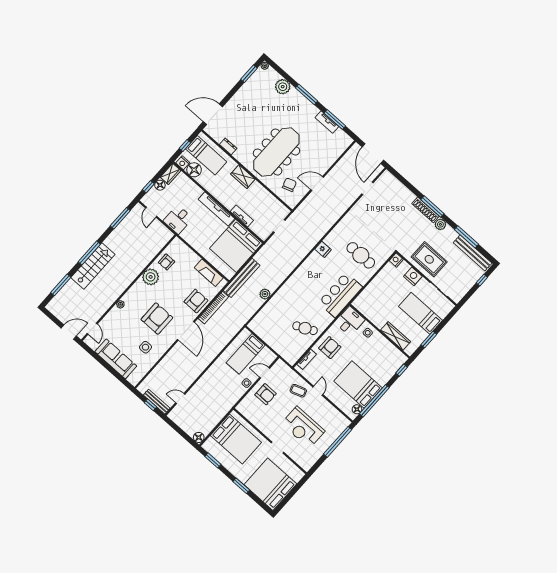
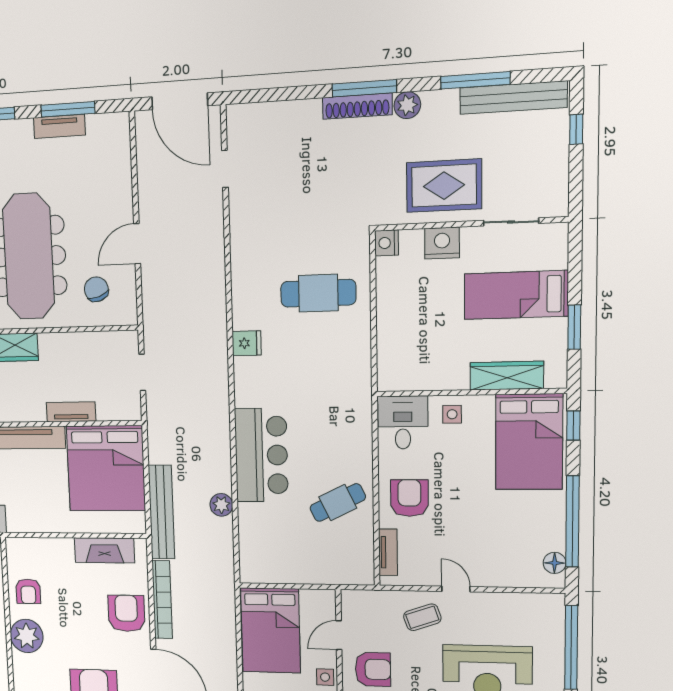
bar counter: (340, 295) -> (261, 455), moved, turned 180
bed: (246, 354) -> (271, 630), width x1.50
bed: (358, 385) -> (529, 442), moved, turned -90

